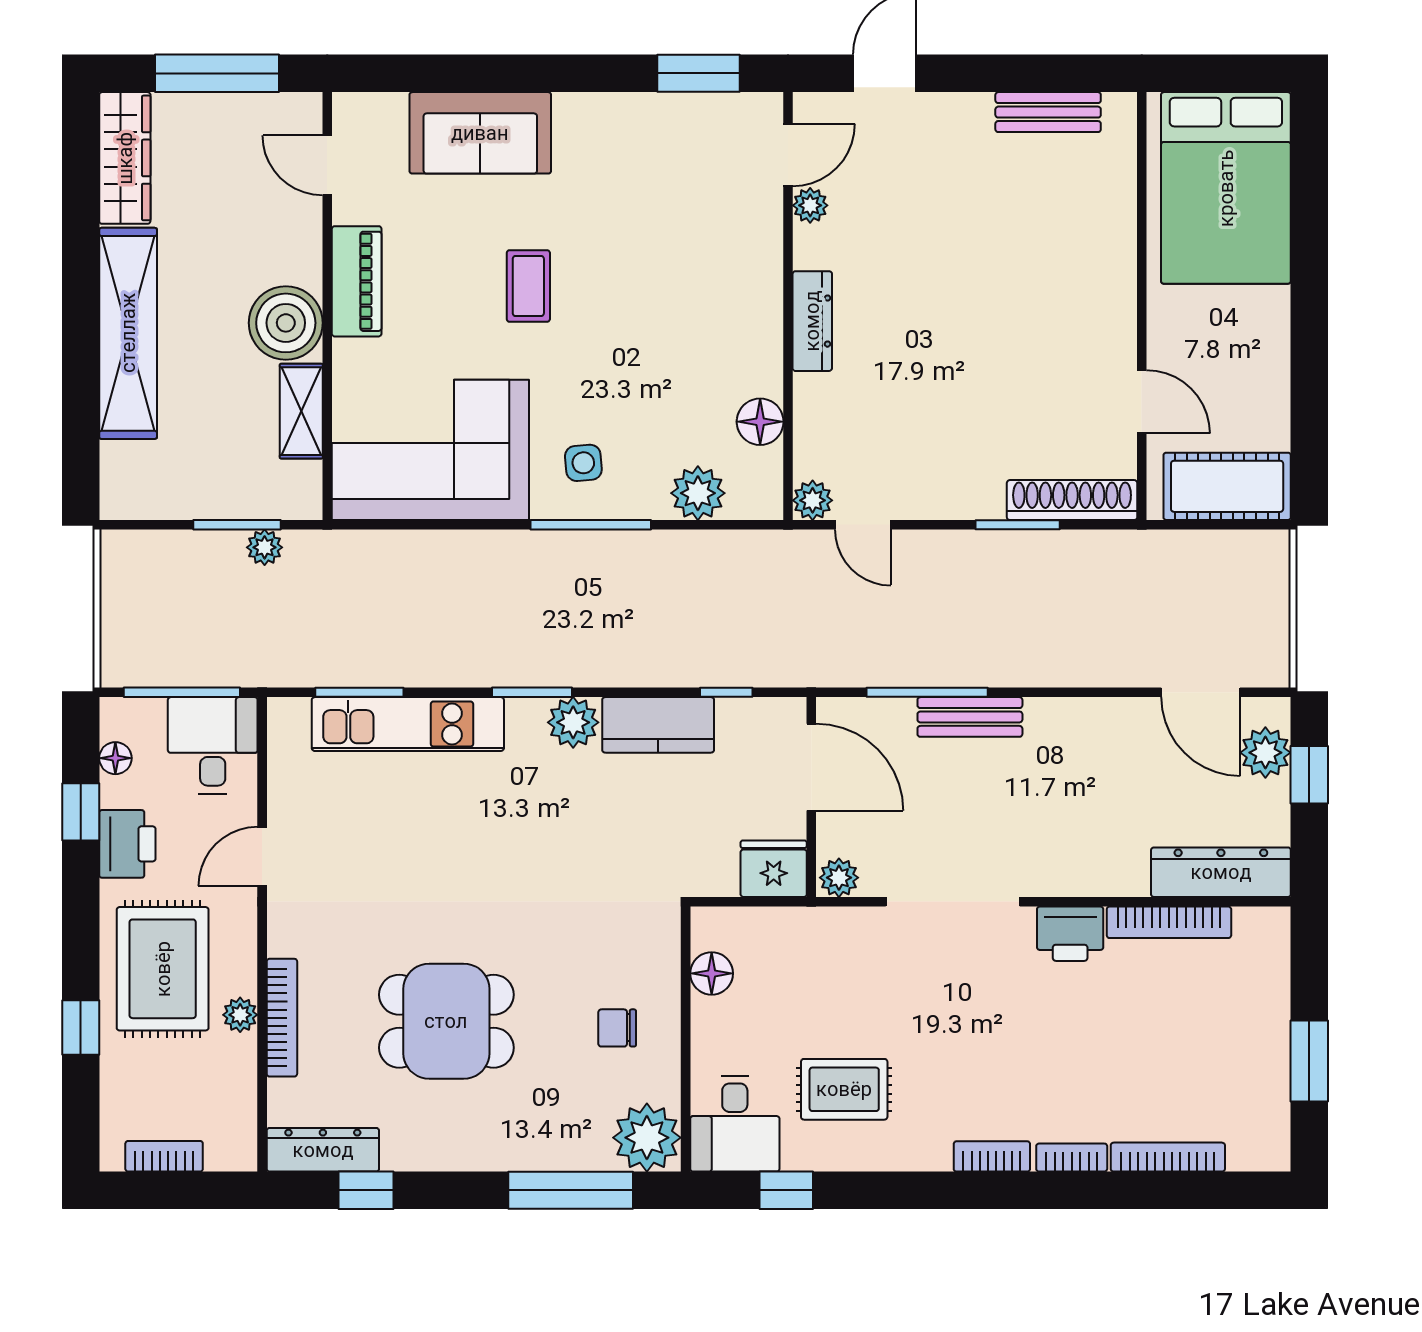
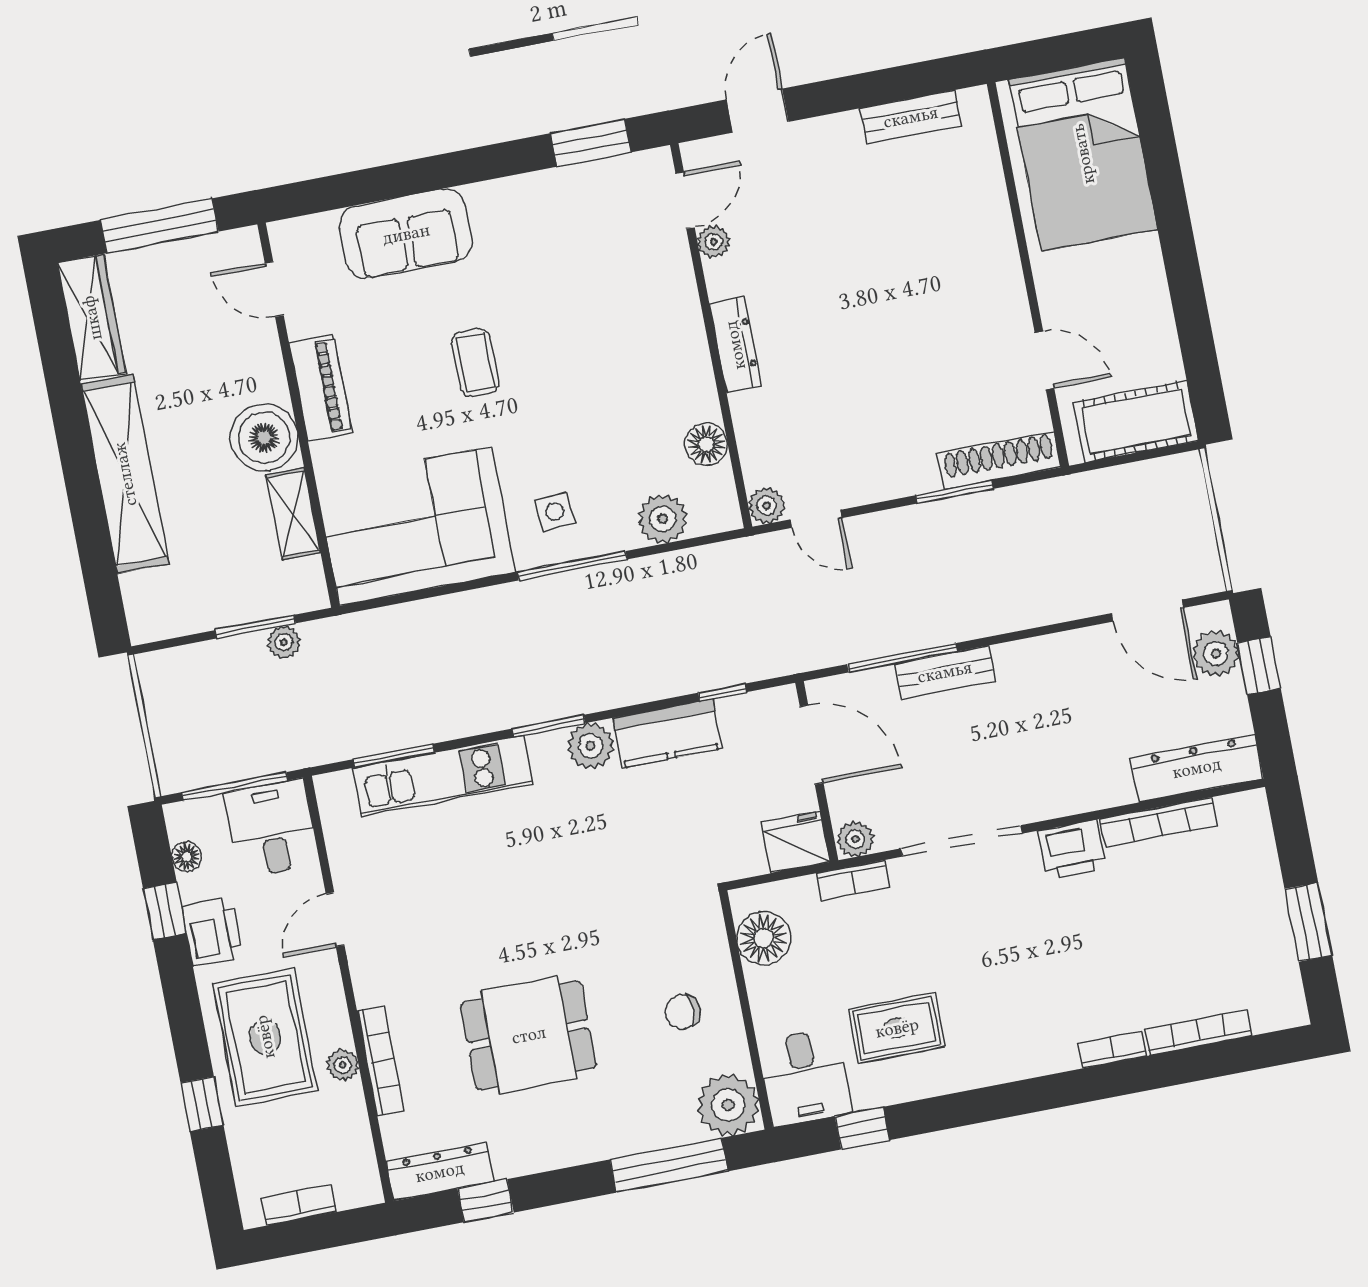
floor lamp: (712, 973) -> (764, 938), width x1.38, depth x1.38
bookcase: (992, 1156) -> (853, 880), moved, turned 180

